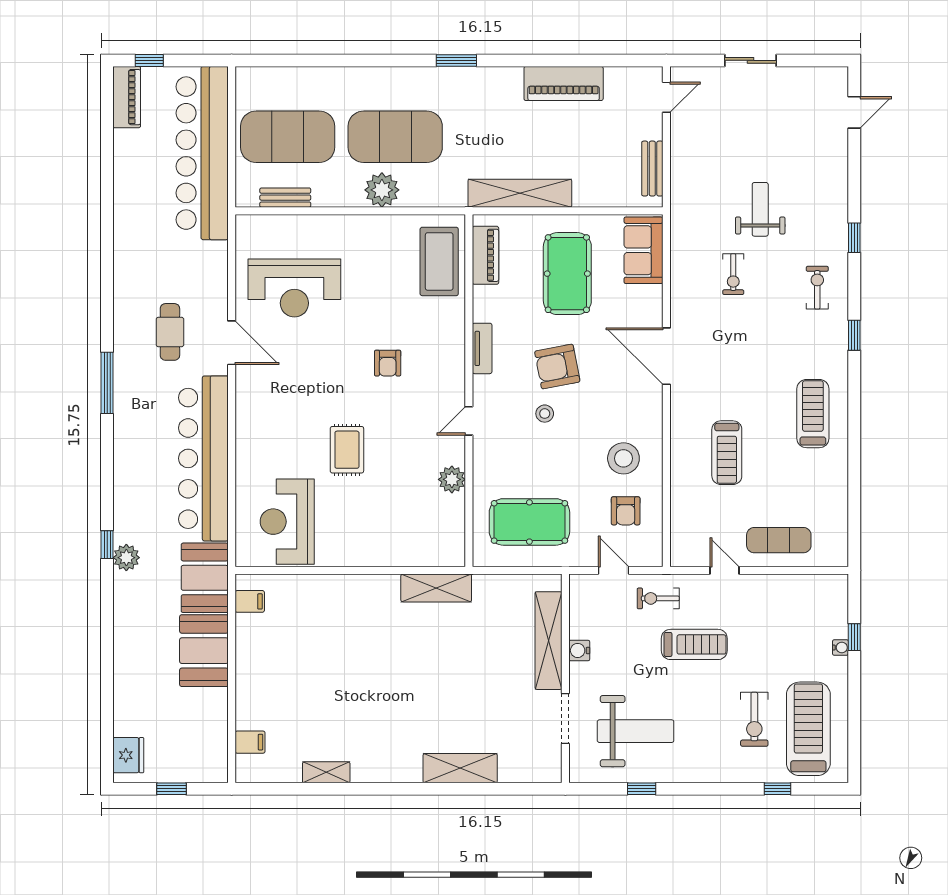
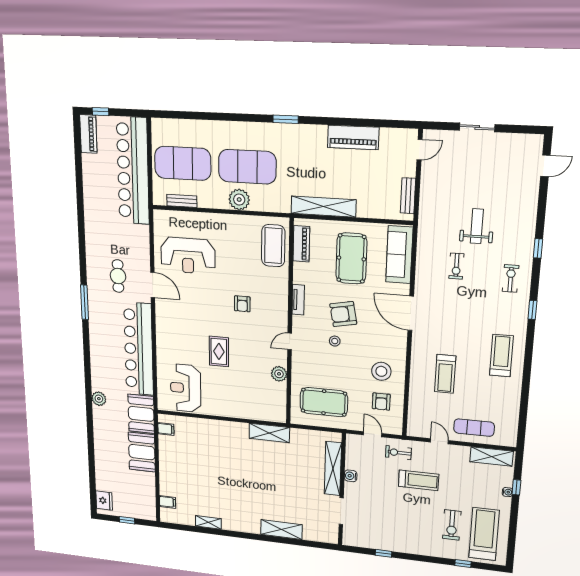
sofa: (643, 250) -> (399, 255), width x1.36
window: (107, 545) -> (88, 391), removed
shelving: (810, 587) -> (491, 456), added
weight bench: (636, 731) -> (381, 523), removed

